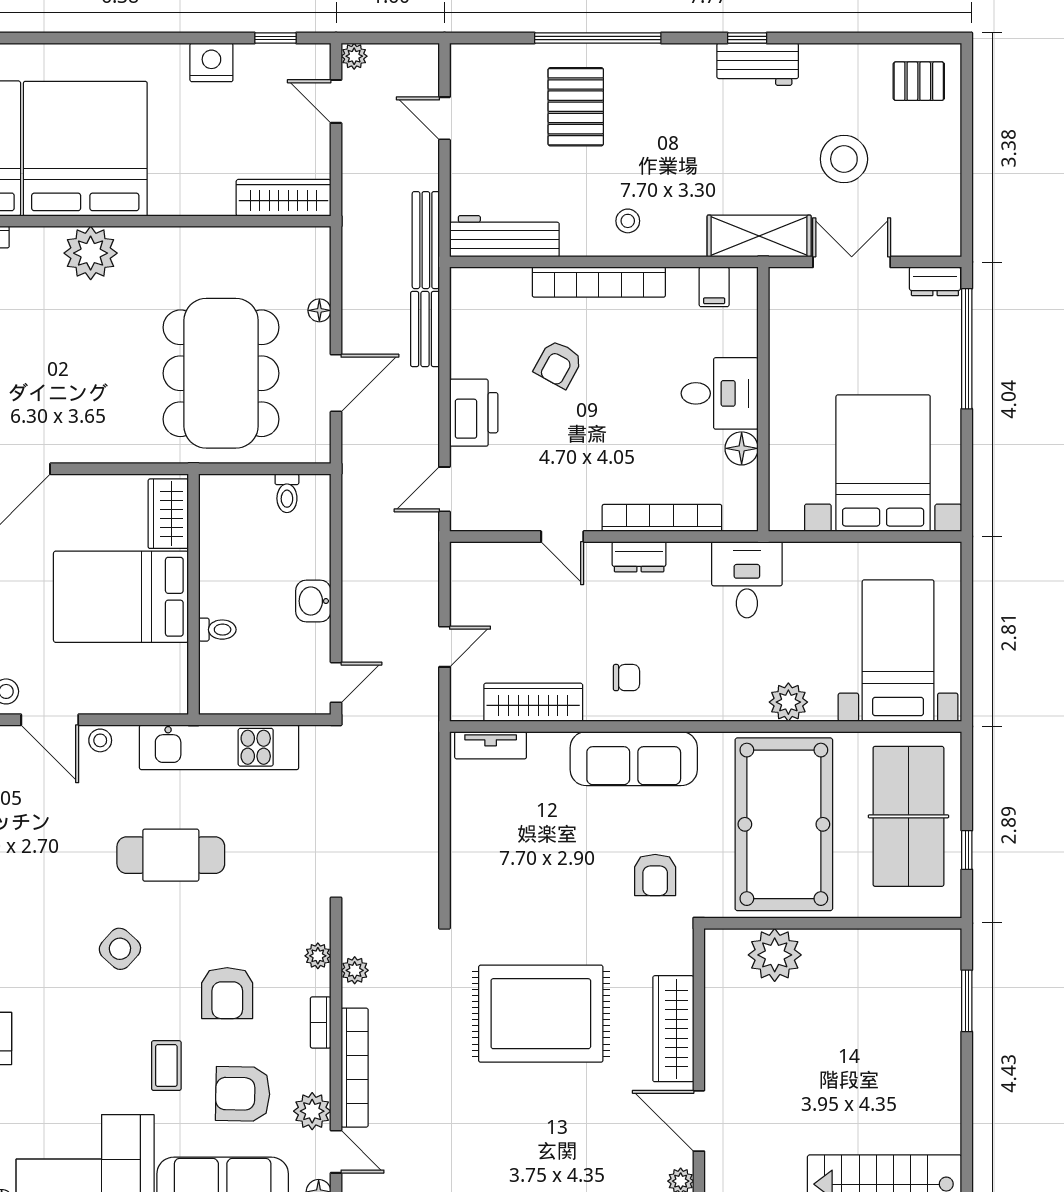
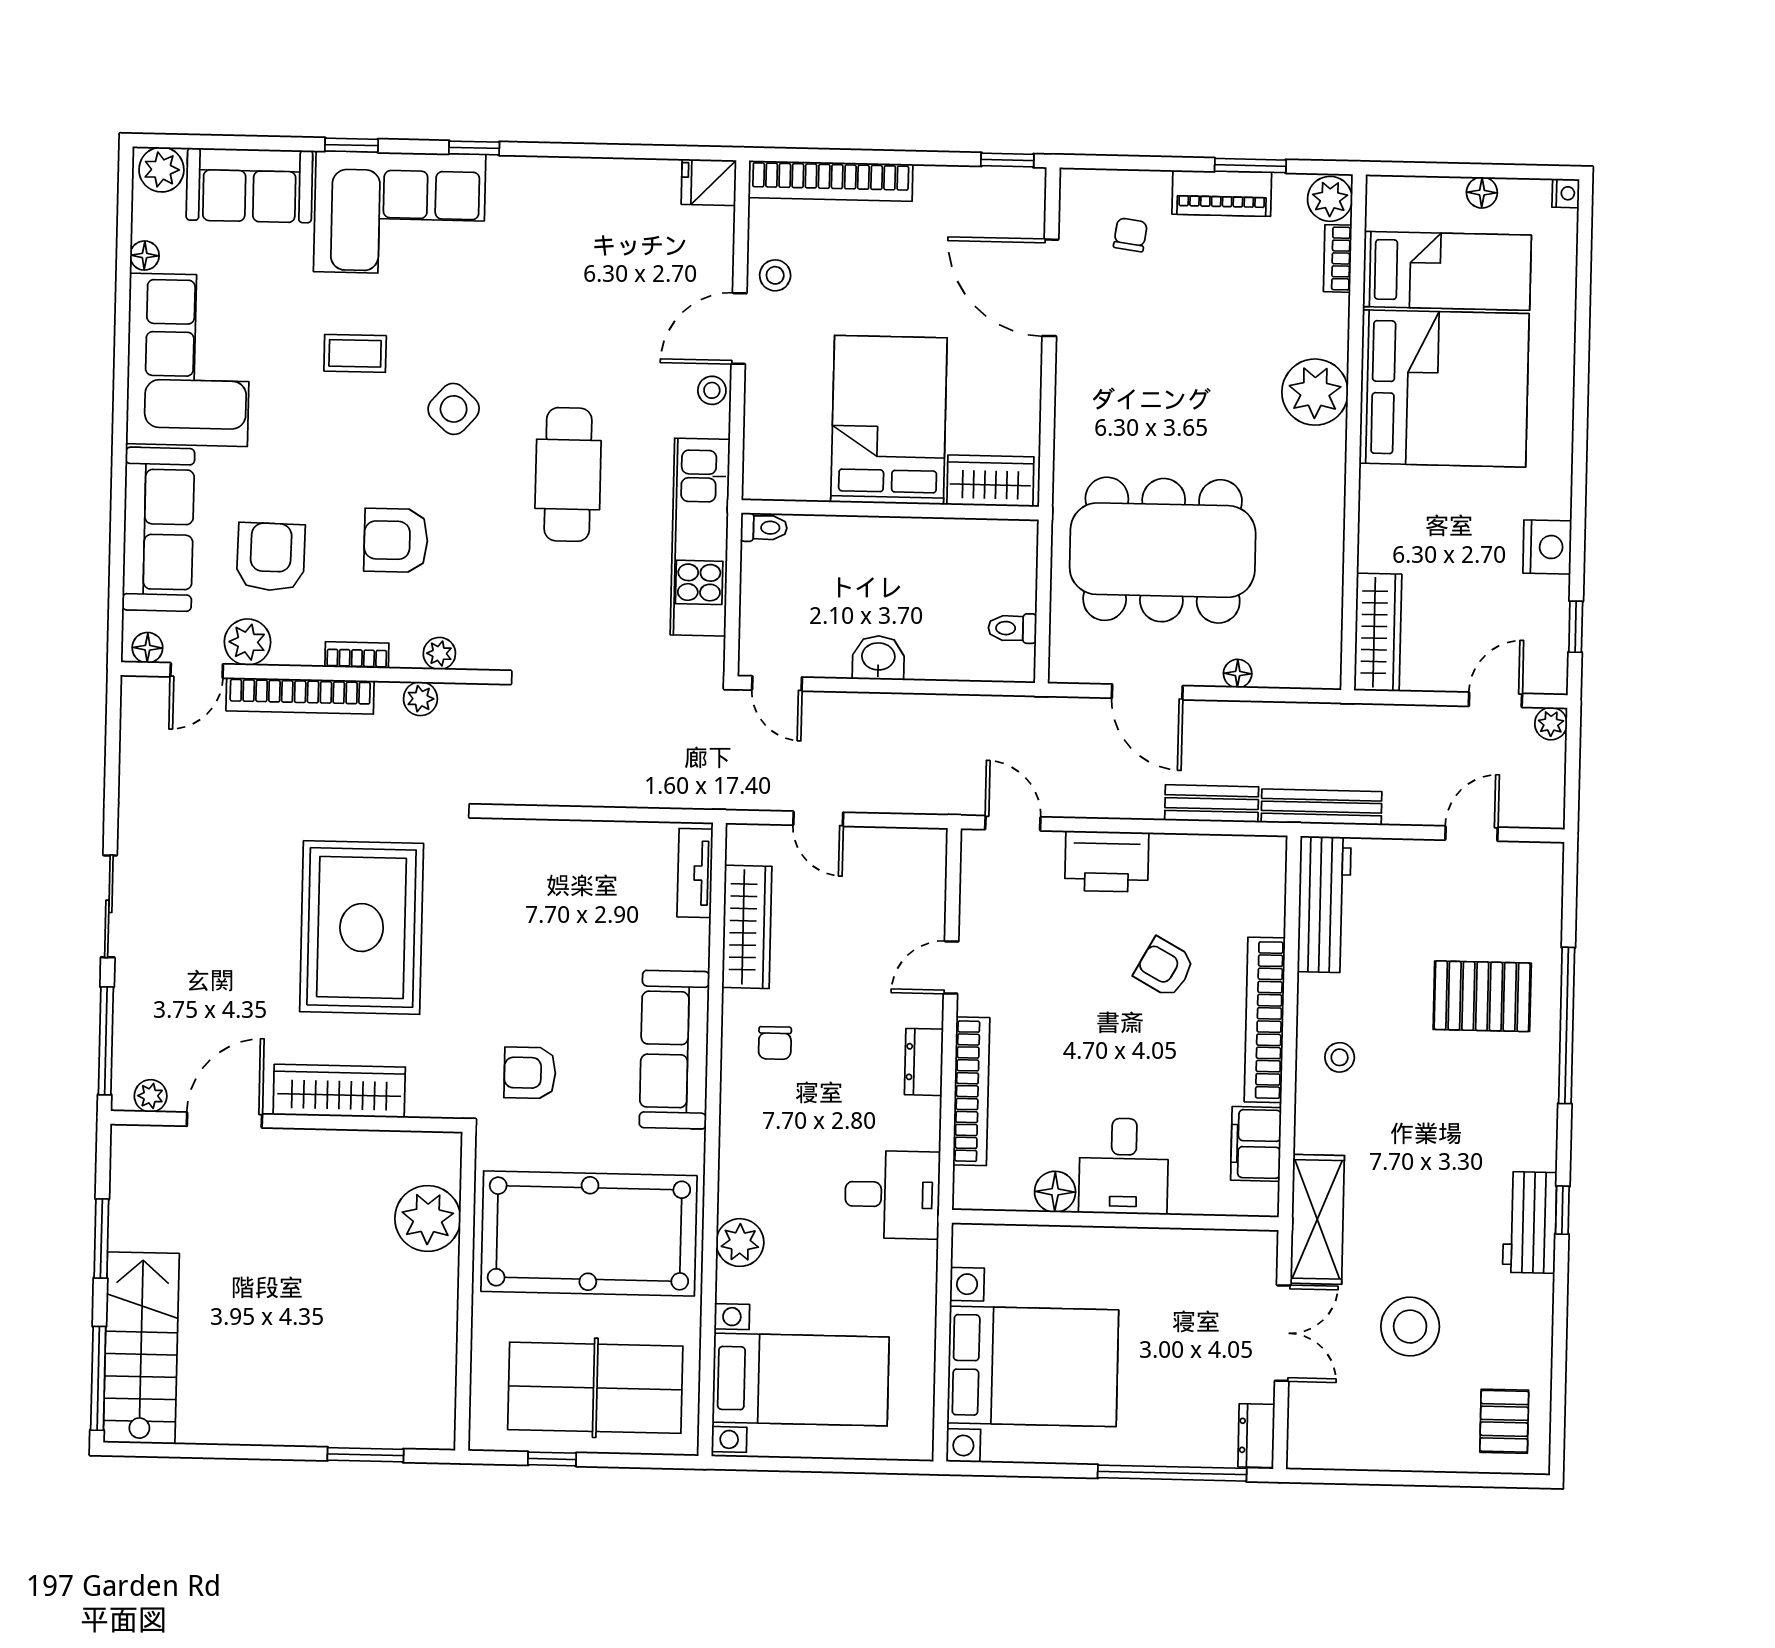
filing cabinet: (714, 287) -> (1256, 1144), width x2.00
toilet: (217, 630) -> (764, 527), moved, turned -90
coffee table: (166, 1066) -> (355, 353), moved

